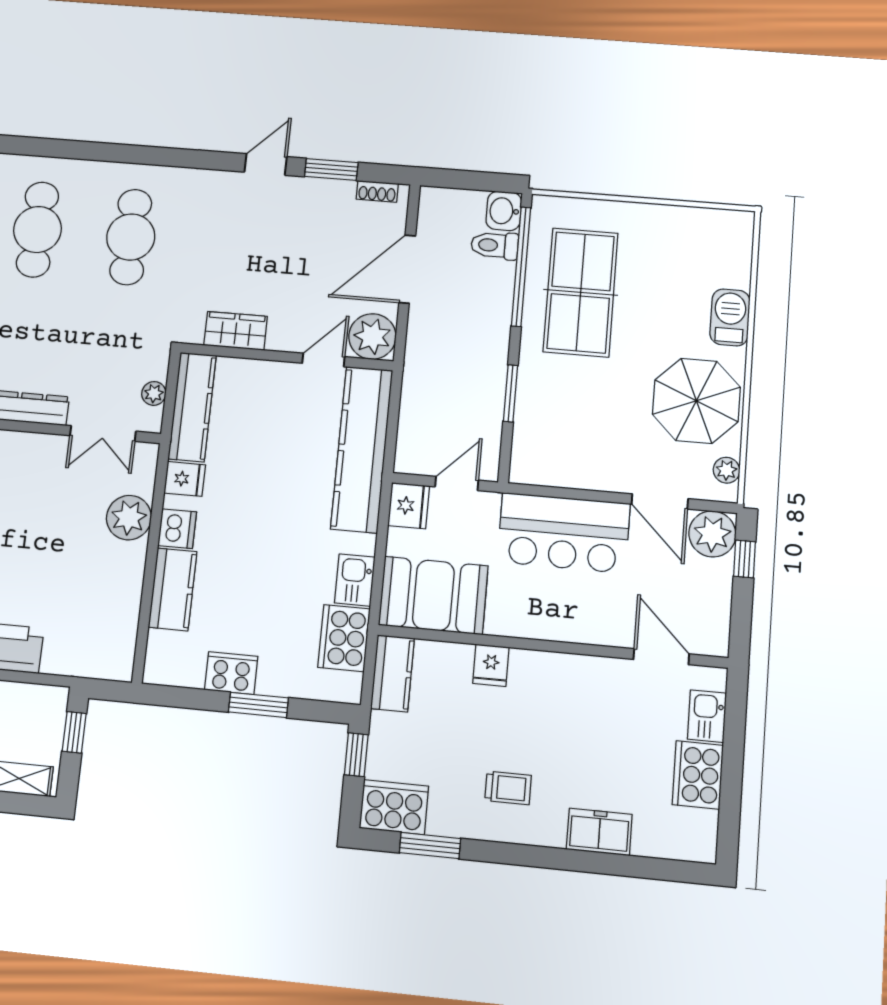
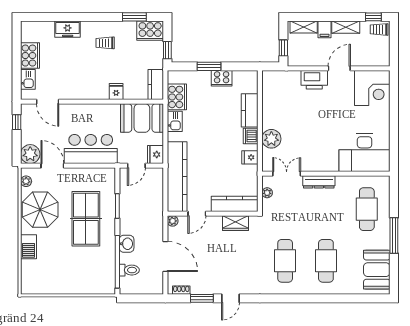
washbasin: (504, 211) -> (127, 244), moved
door: (407, 269) -> (165, 256), hinge flipped
table tennis table: (581, 292) -> (86, 219), moved
plant: (372, 336) -> (173, 221), width x0.53, depth x0.53
kitchen counter: (192, 407) -> (235, 204), moved, turned 90
window: (744, 559) -> (17, 122), moved

